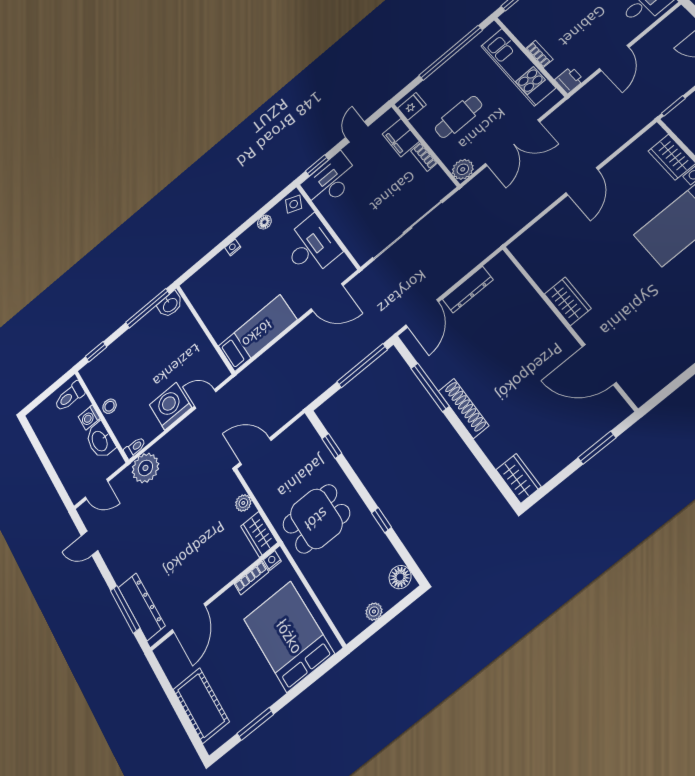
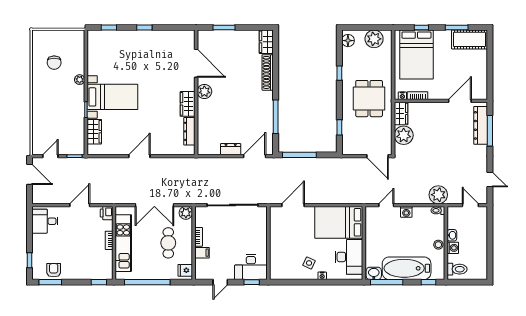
cafe table: (458, 117) -> (168, 243), turned 90
filing cabinet: (401, 138) -> (202, 253), width x0.50
double door: (512, 143) -> (154, 205), swing flipped
side table: (294, 204) -> (309, 263), moved
floor lamp: (264, 222) -> (298, 275), removed
desk: (311, 246) -> (349, 257), moved, turned 180
dresser: (537, 269) -> (189, 131), added
dresser: (468, 290) -> (231, 149), width x0.70
door: (327, 297) -> (293, 205), hinge flipped
bed: (257, 333) -> (339, 222), width x1.50
plant: (557, 337) -> (204, 91), added
bathtub: (133, 345) -> (407, 268), added
door: (205, 399) -> (386, 205), swing flipped
washing machine: (170, 406) -> (406, 212), width x0.53, depth x0.53
shoe rack: (463, 408) -> (268, 72), moved
washbasin: (100, 441) -> (452, 235), width x0.52, depth x0.69
plant: (243, 503) -> (404, 135), width x1.87, depth x1.87
dining table: (316, 519) -> (369, 99), turned 90
plant: (374, 611) -> (374, 39), width x1.88, depth x1.88
window: (306, 683) -> (421, 27), added
cot: (201, 705) -> (470, 39), moved, turned 90

